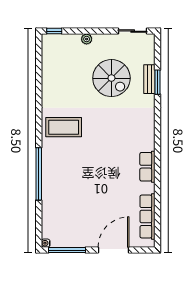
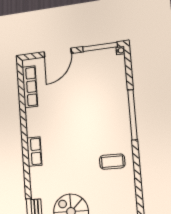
coffee table: (64, 127) -> (112, 162), width x0.73, depth x0.76
row of seats: (147, 167) -> (34, 151), moved

